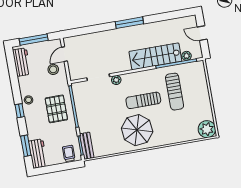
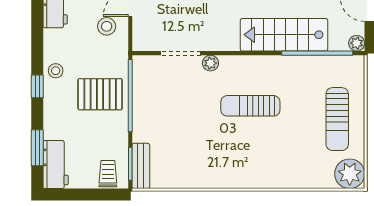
plant: (187, 56) -> (357, 43), moved
sun lounger: (175, 92) -> (337, 119), moved
pallet: (56, 109) -> (100, 94), turned 90
parasol: (137, 130) -> (231, 154), removed

